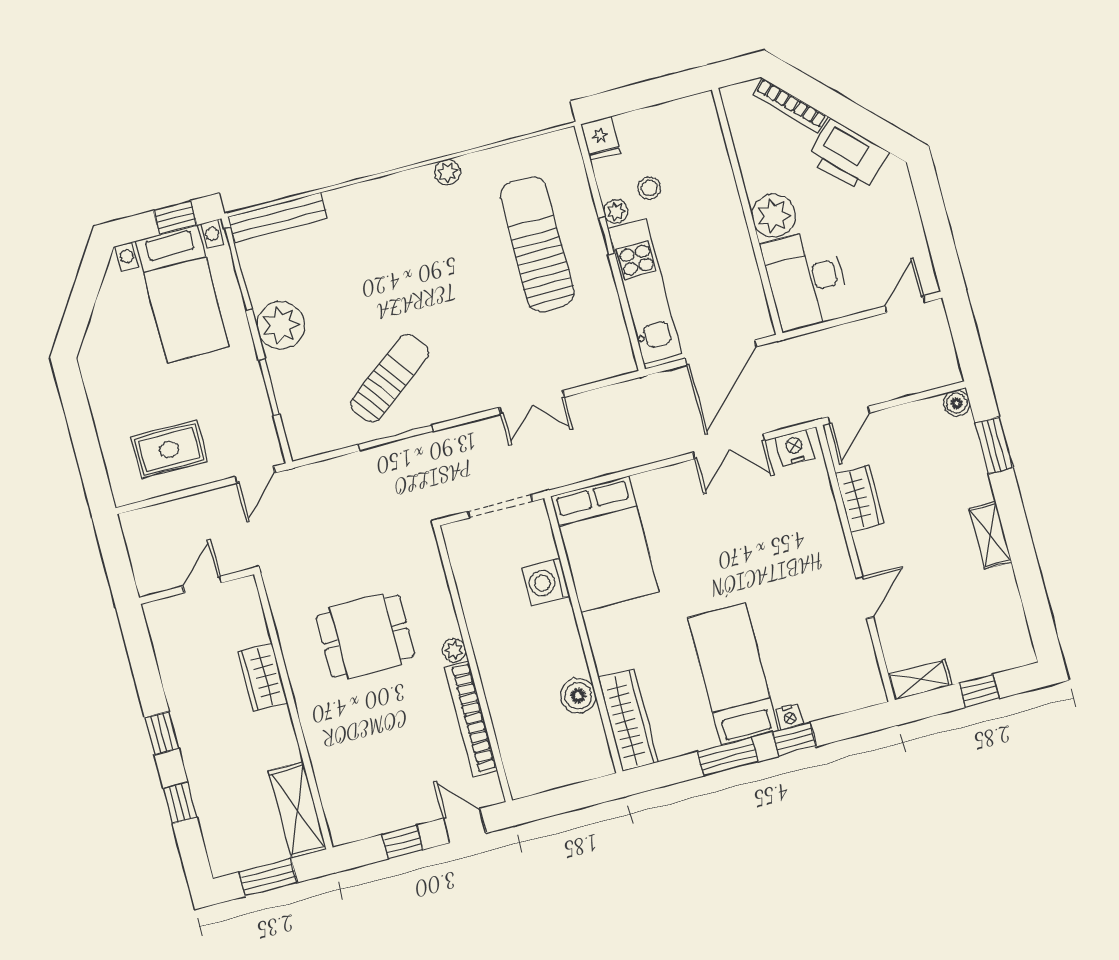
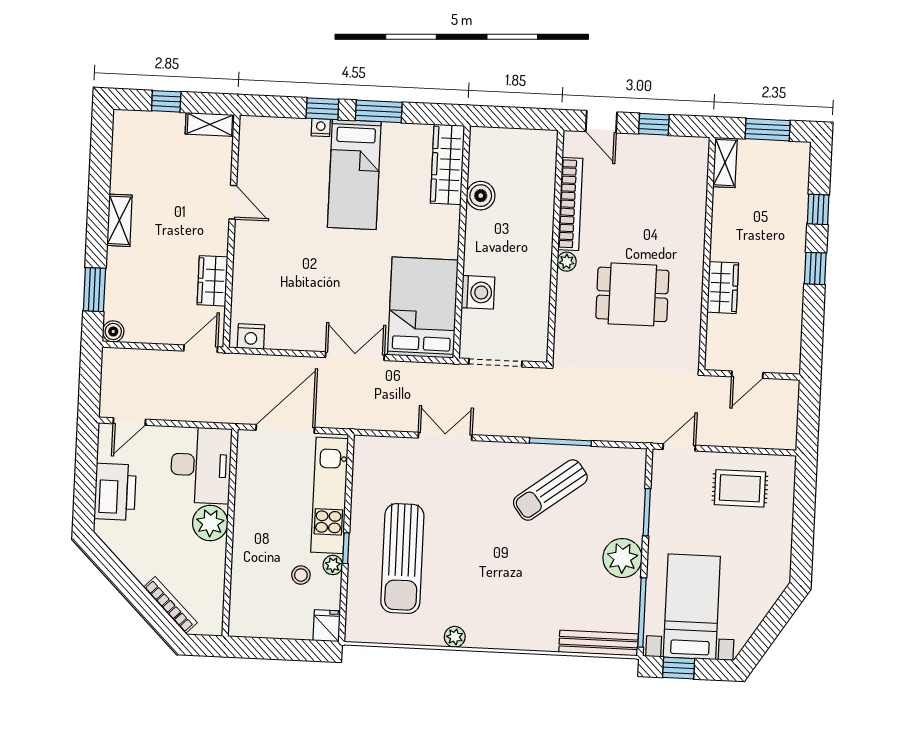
printer: (847, 156) -> (115, 492), moved, turned 45
double door: (729, 446) -> (355, 356), moved
door: (865, 598) -> (233, 202), swing flipped
shelving: (297, 810) -> (725, 163), width x0.67, depth x0.75

